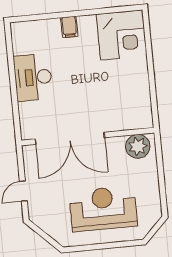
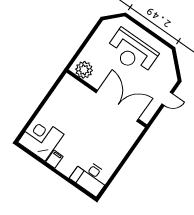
filing cabinet: (69, 27) -> (54, 159), moved
desk: (33, 77) -> (90, 177), moved, turned 90

